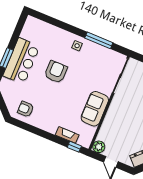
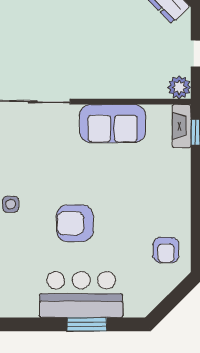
fireplace: (67, 135) -> (182, 126), moved

